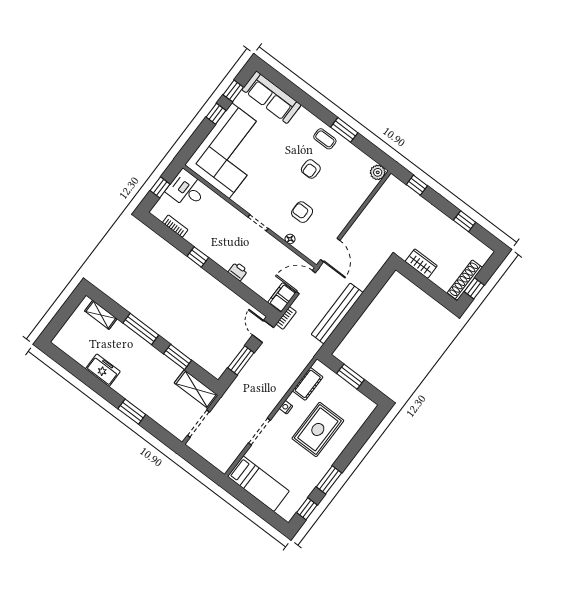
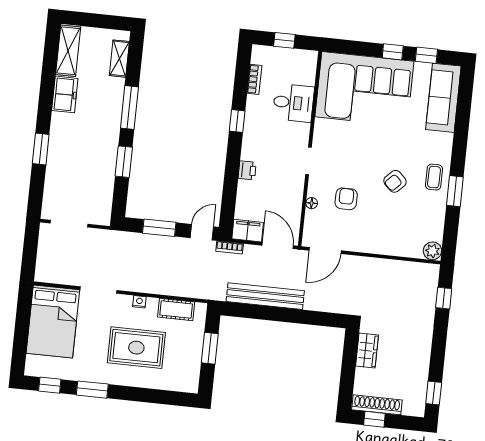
armchair: (311, 169) -> (395, 181), turned -45
desk: (187, 189) -> (293, 103), moved, turned 90
window: (465, 221) -> (434, 393), moved
shelving: (196, 389) -> (68, 51), moved
bed: (258, 484) -> (53, 322), width x1.50

